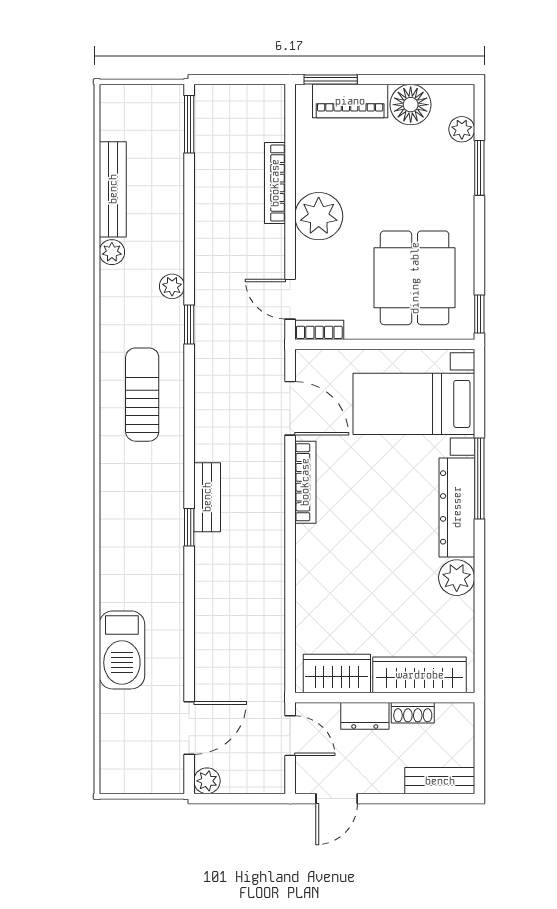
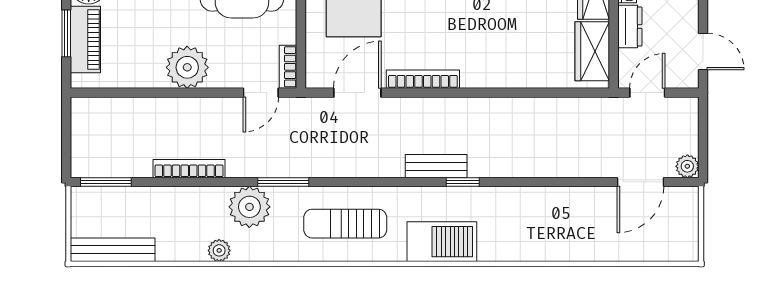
window: (331, 80) -> (66, 33), moved
bookcase: (275, 183) -> (189, 169), moved, turned 180
bench: (113, 189) -> (113, 250), moved
plant: (172, 286) -> (249, 207), width x1.87, depth x1.87
window: (189, 324) -> (283, 182), width x1.50
barbecue: (122, 650) -> (442, 242), moved
door: (189, 728) -> (640, 182), swing flipped

